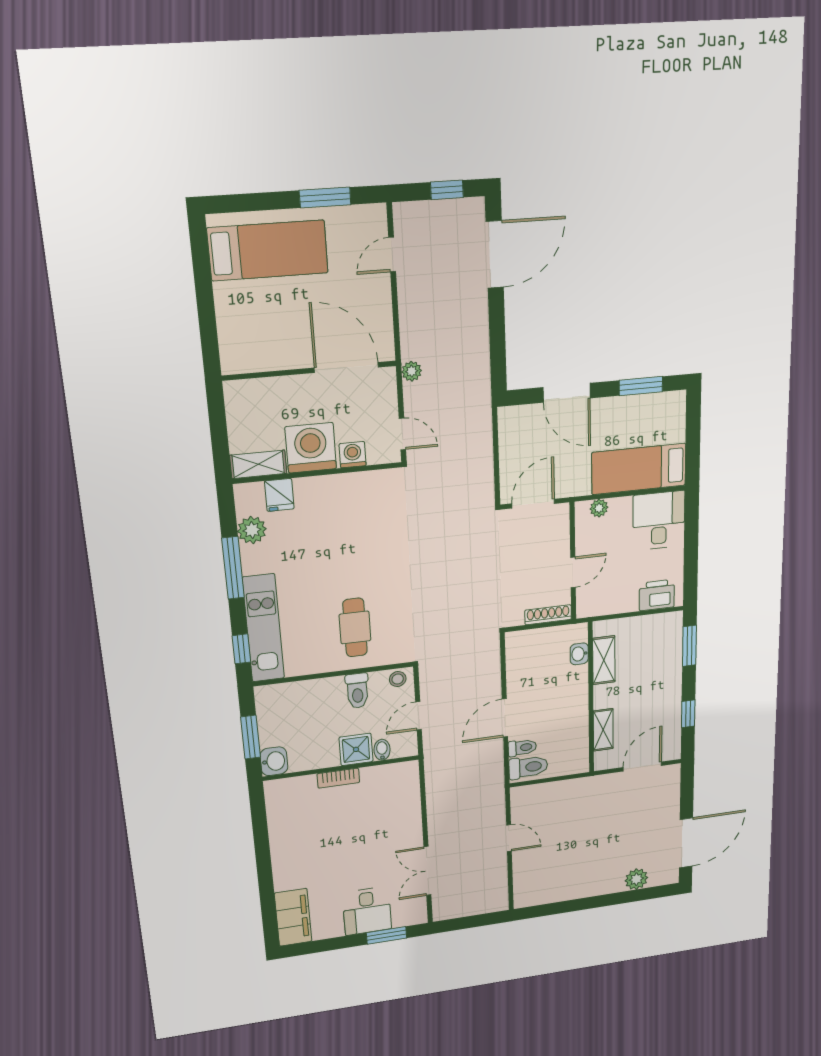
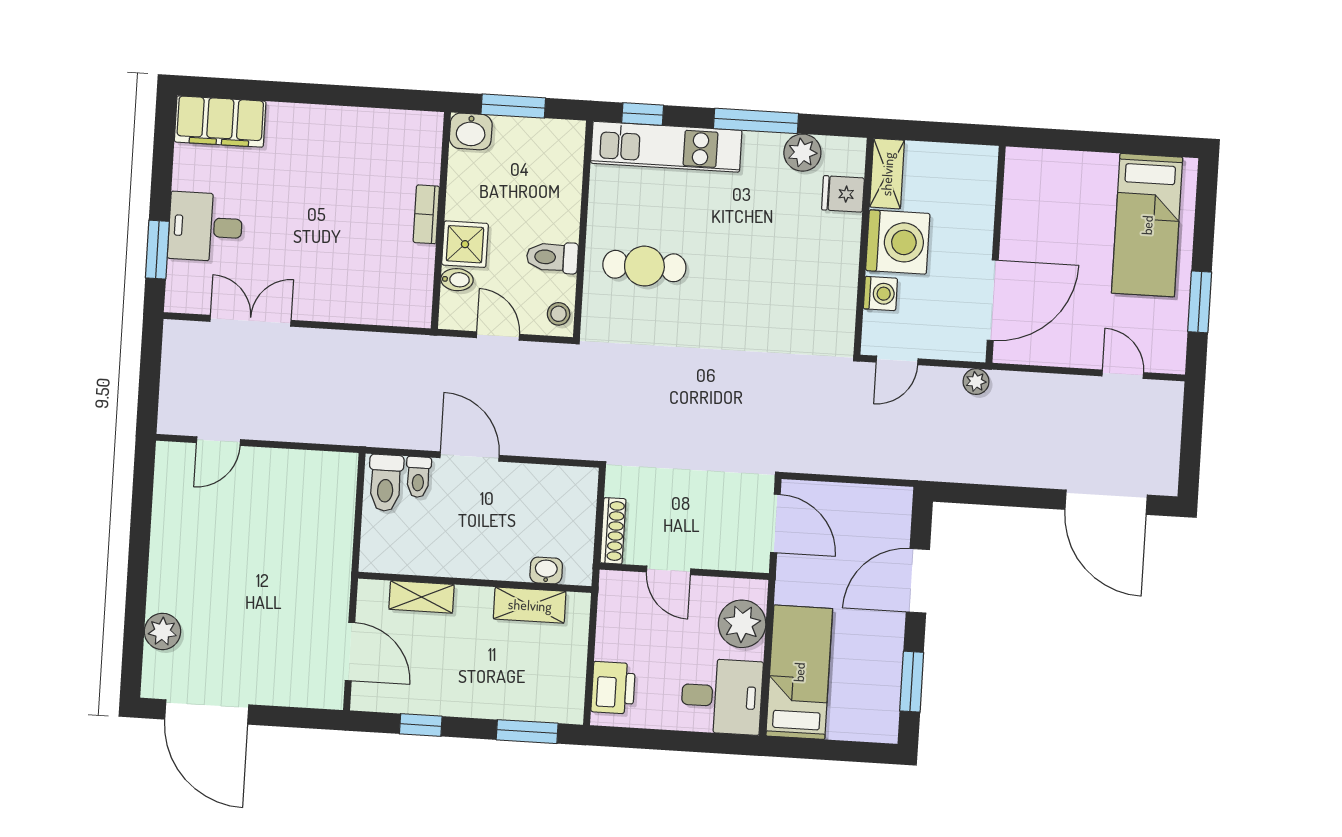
window: (447, 190) -> (1191, 450), removed
plant: (599, 508) -> (742, 624), width x1.88, depth x1.88
door: (509, 838) -> (218, 441), moved

